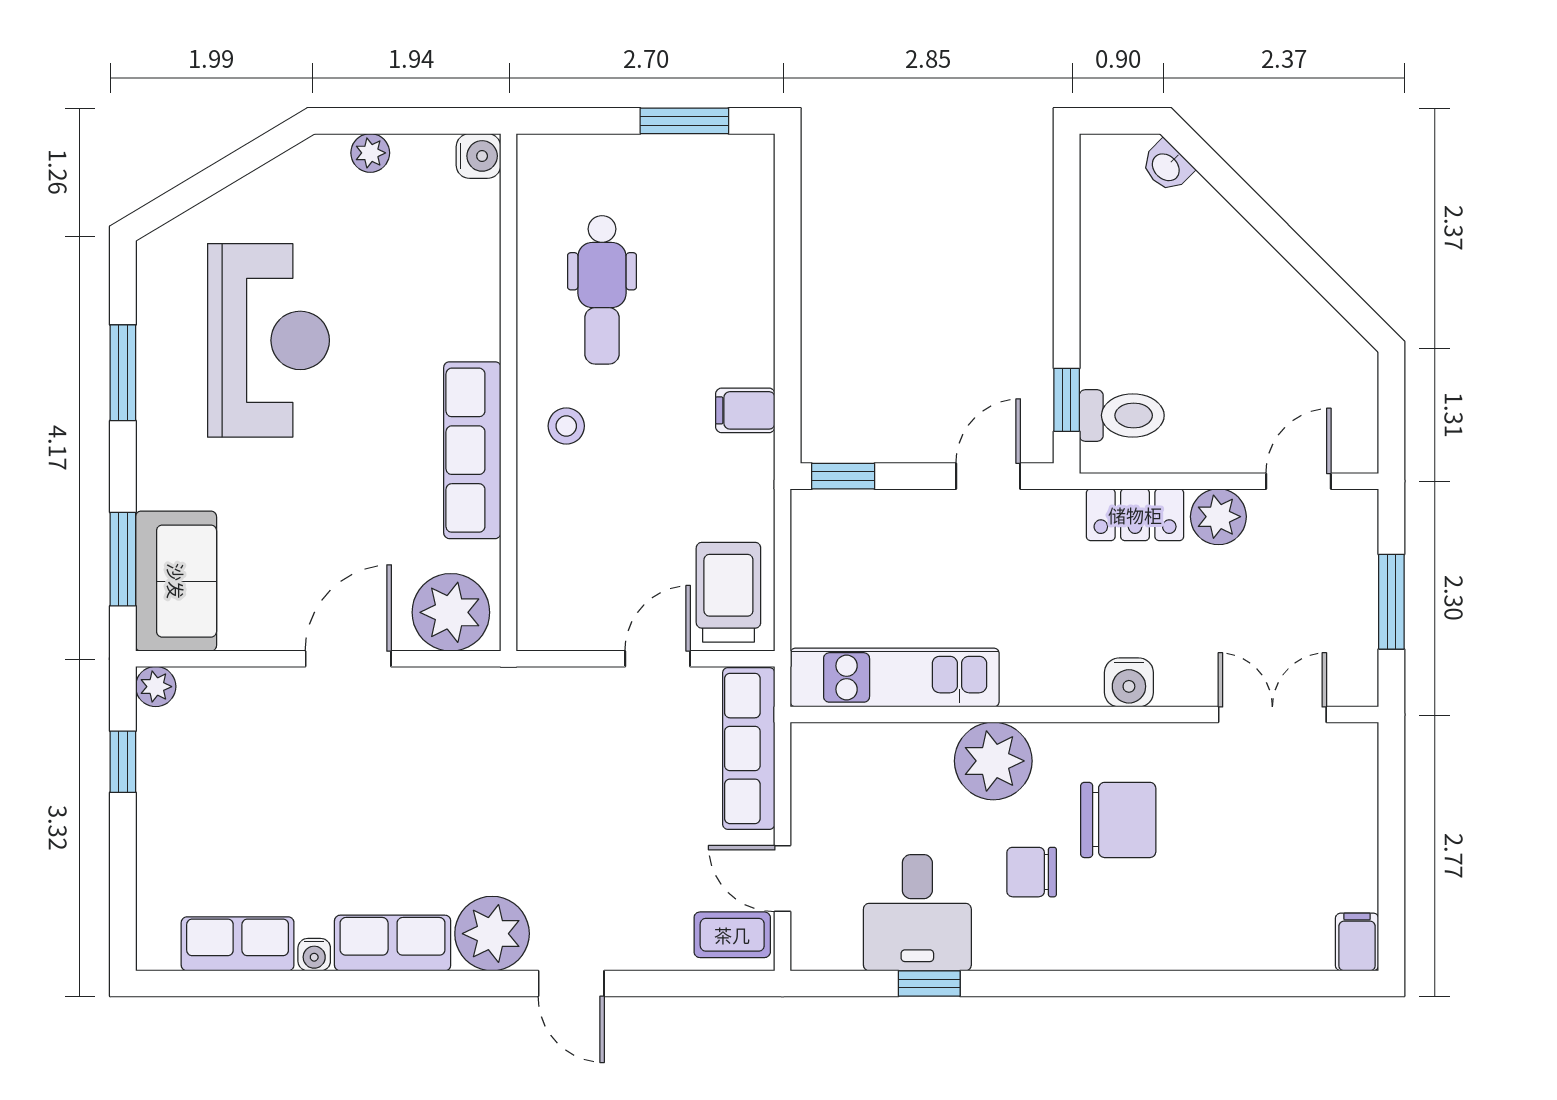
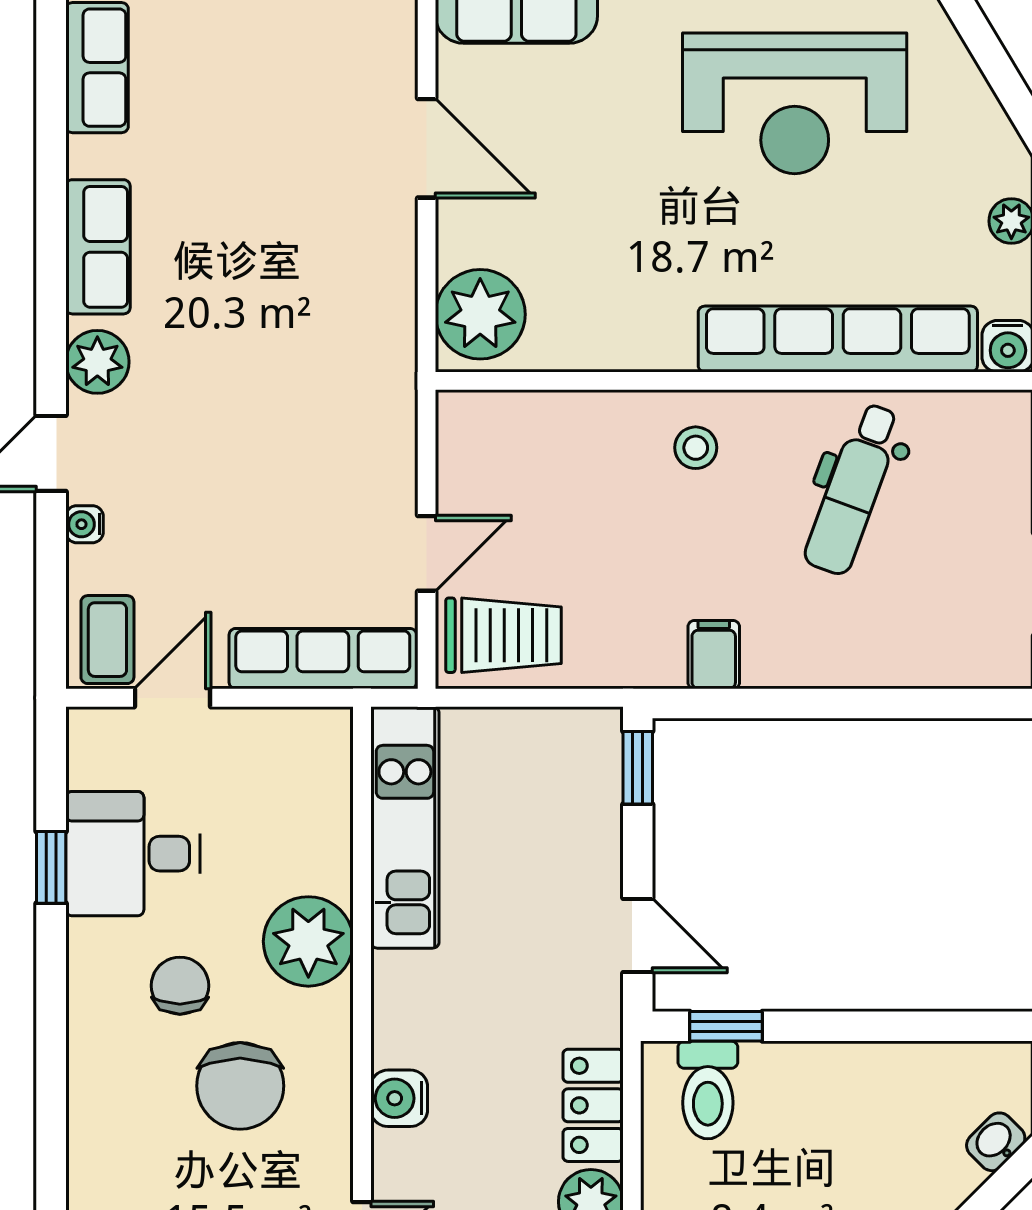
dental chair: (602, 290) -> (853, 489), turned -70
row of seats: (472, 450) -> (838, 339), moved, width x1.36
door: (348, 659) -> (427, 148), moved
door: (658, 659) -> (427, 553), hinge flipped
plant: (492, 934) -> (97, 362), width x0.73, depth x0.73
water cooler: (314, 955) -> (84, 524), moved

